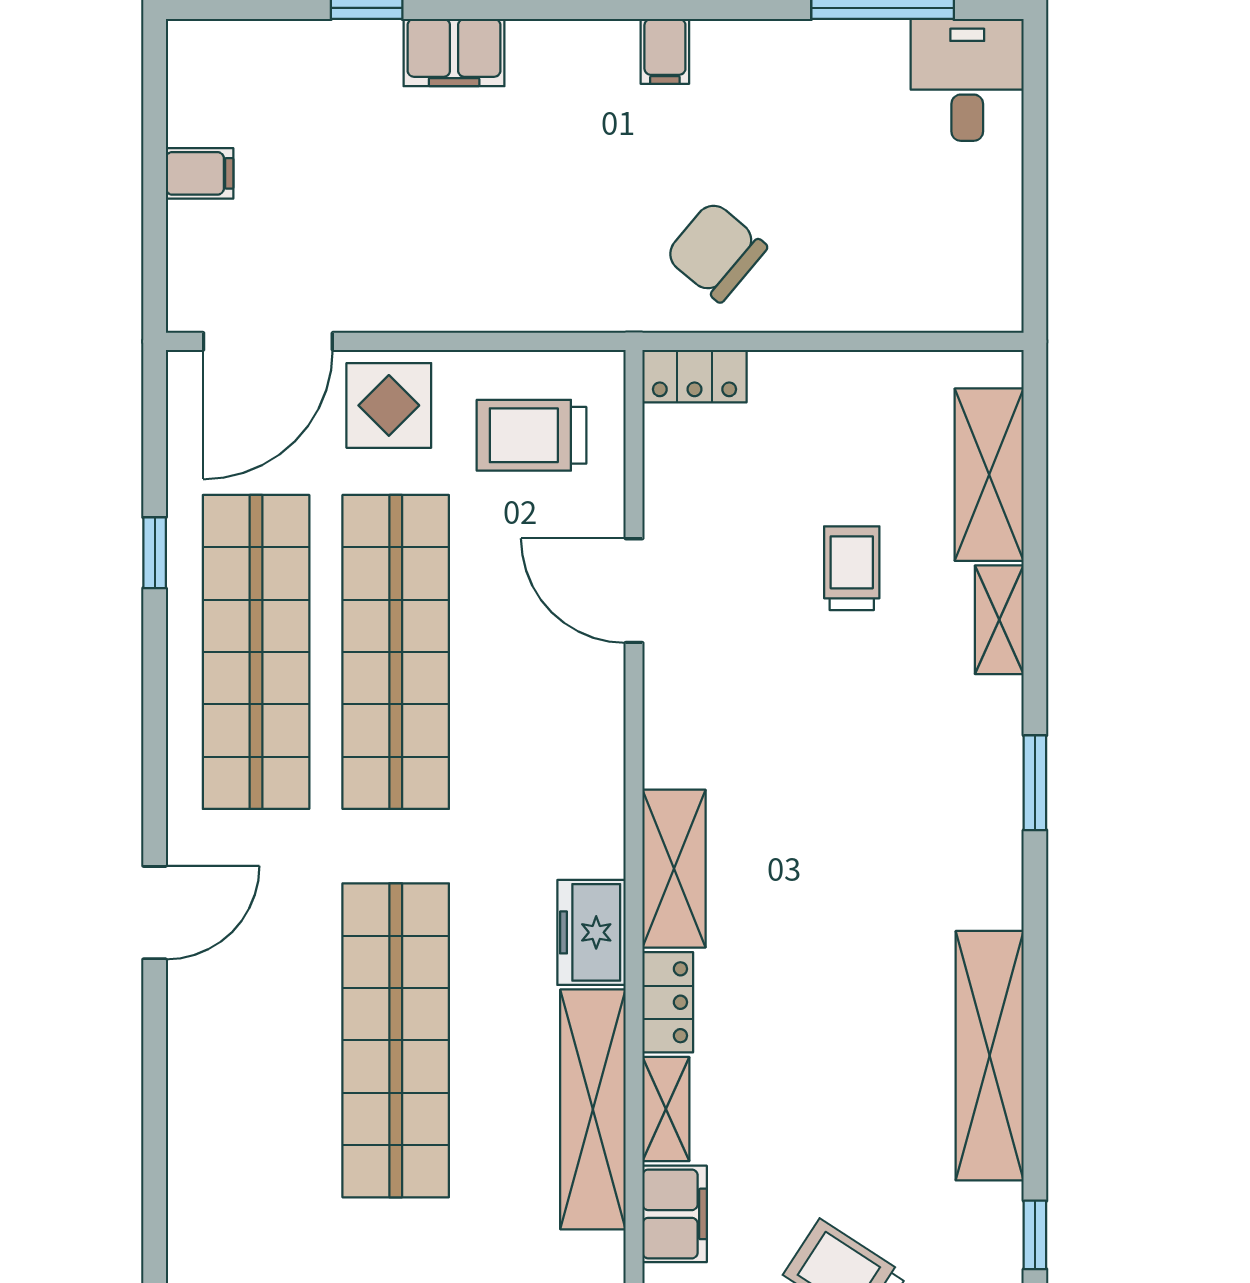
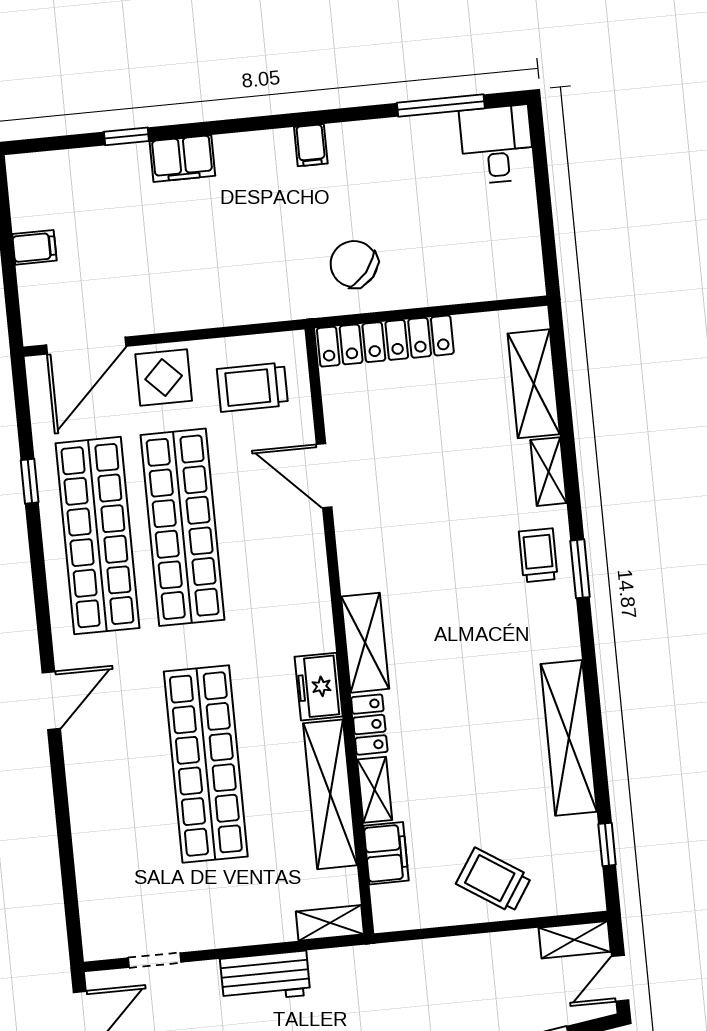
locker: (695, 376) -> (385, 341), width x2.16, depth x1.21
trolley: (852, 568) -> (538, 555), moved

